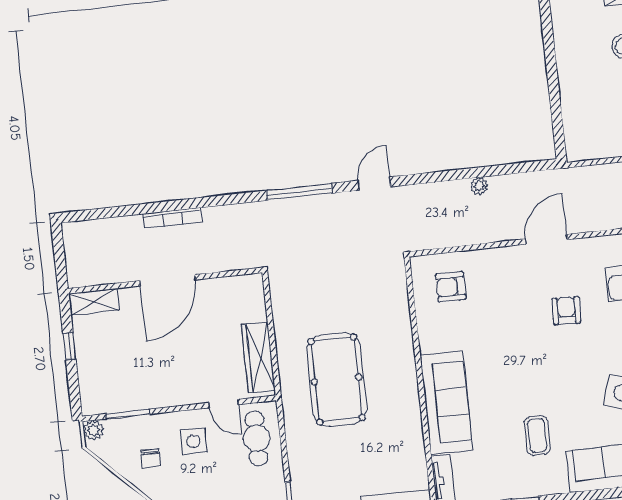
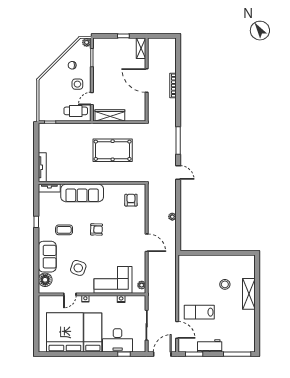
armchair: (566, 311) -> (96, 229), moved
pool table: (337, 379) -> (113, 150), moved

